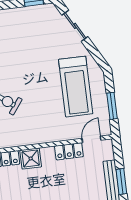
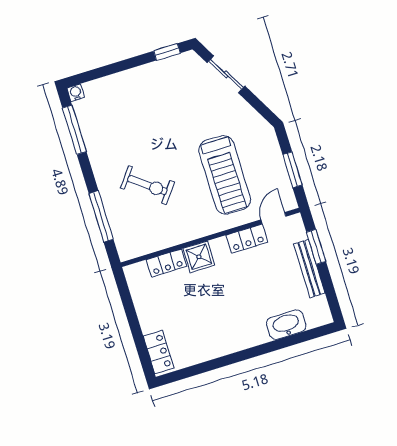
treadmill: (76, 87) -> (225, 175), moved
window: (121, 182) -> (316, 247), moved

